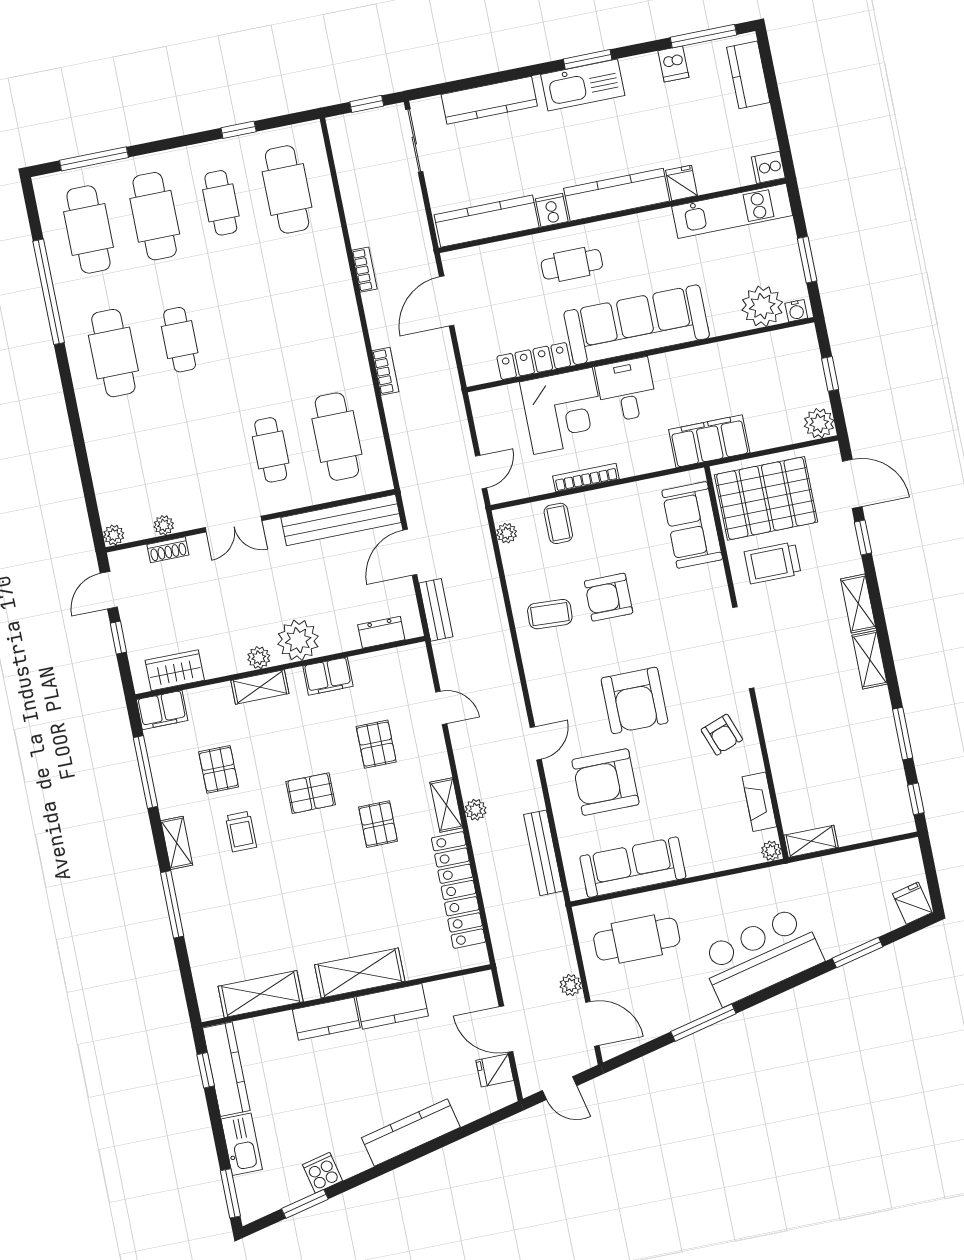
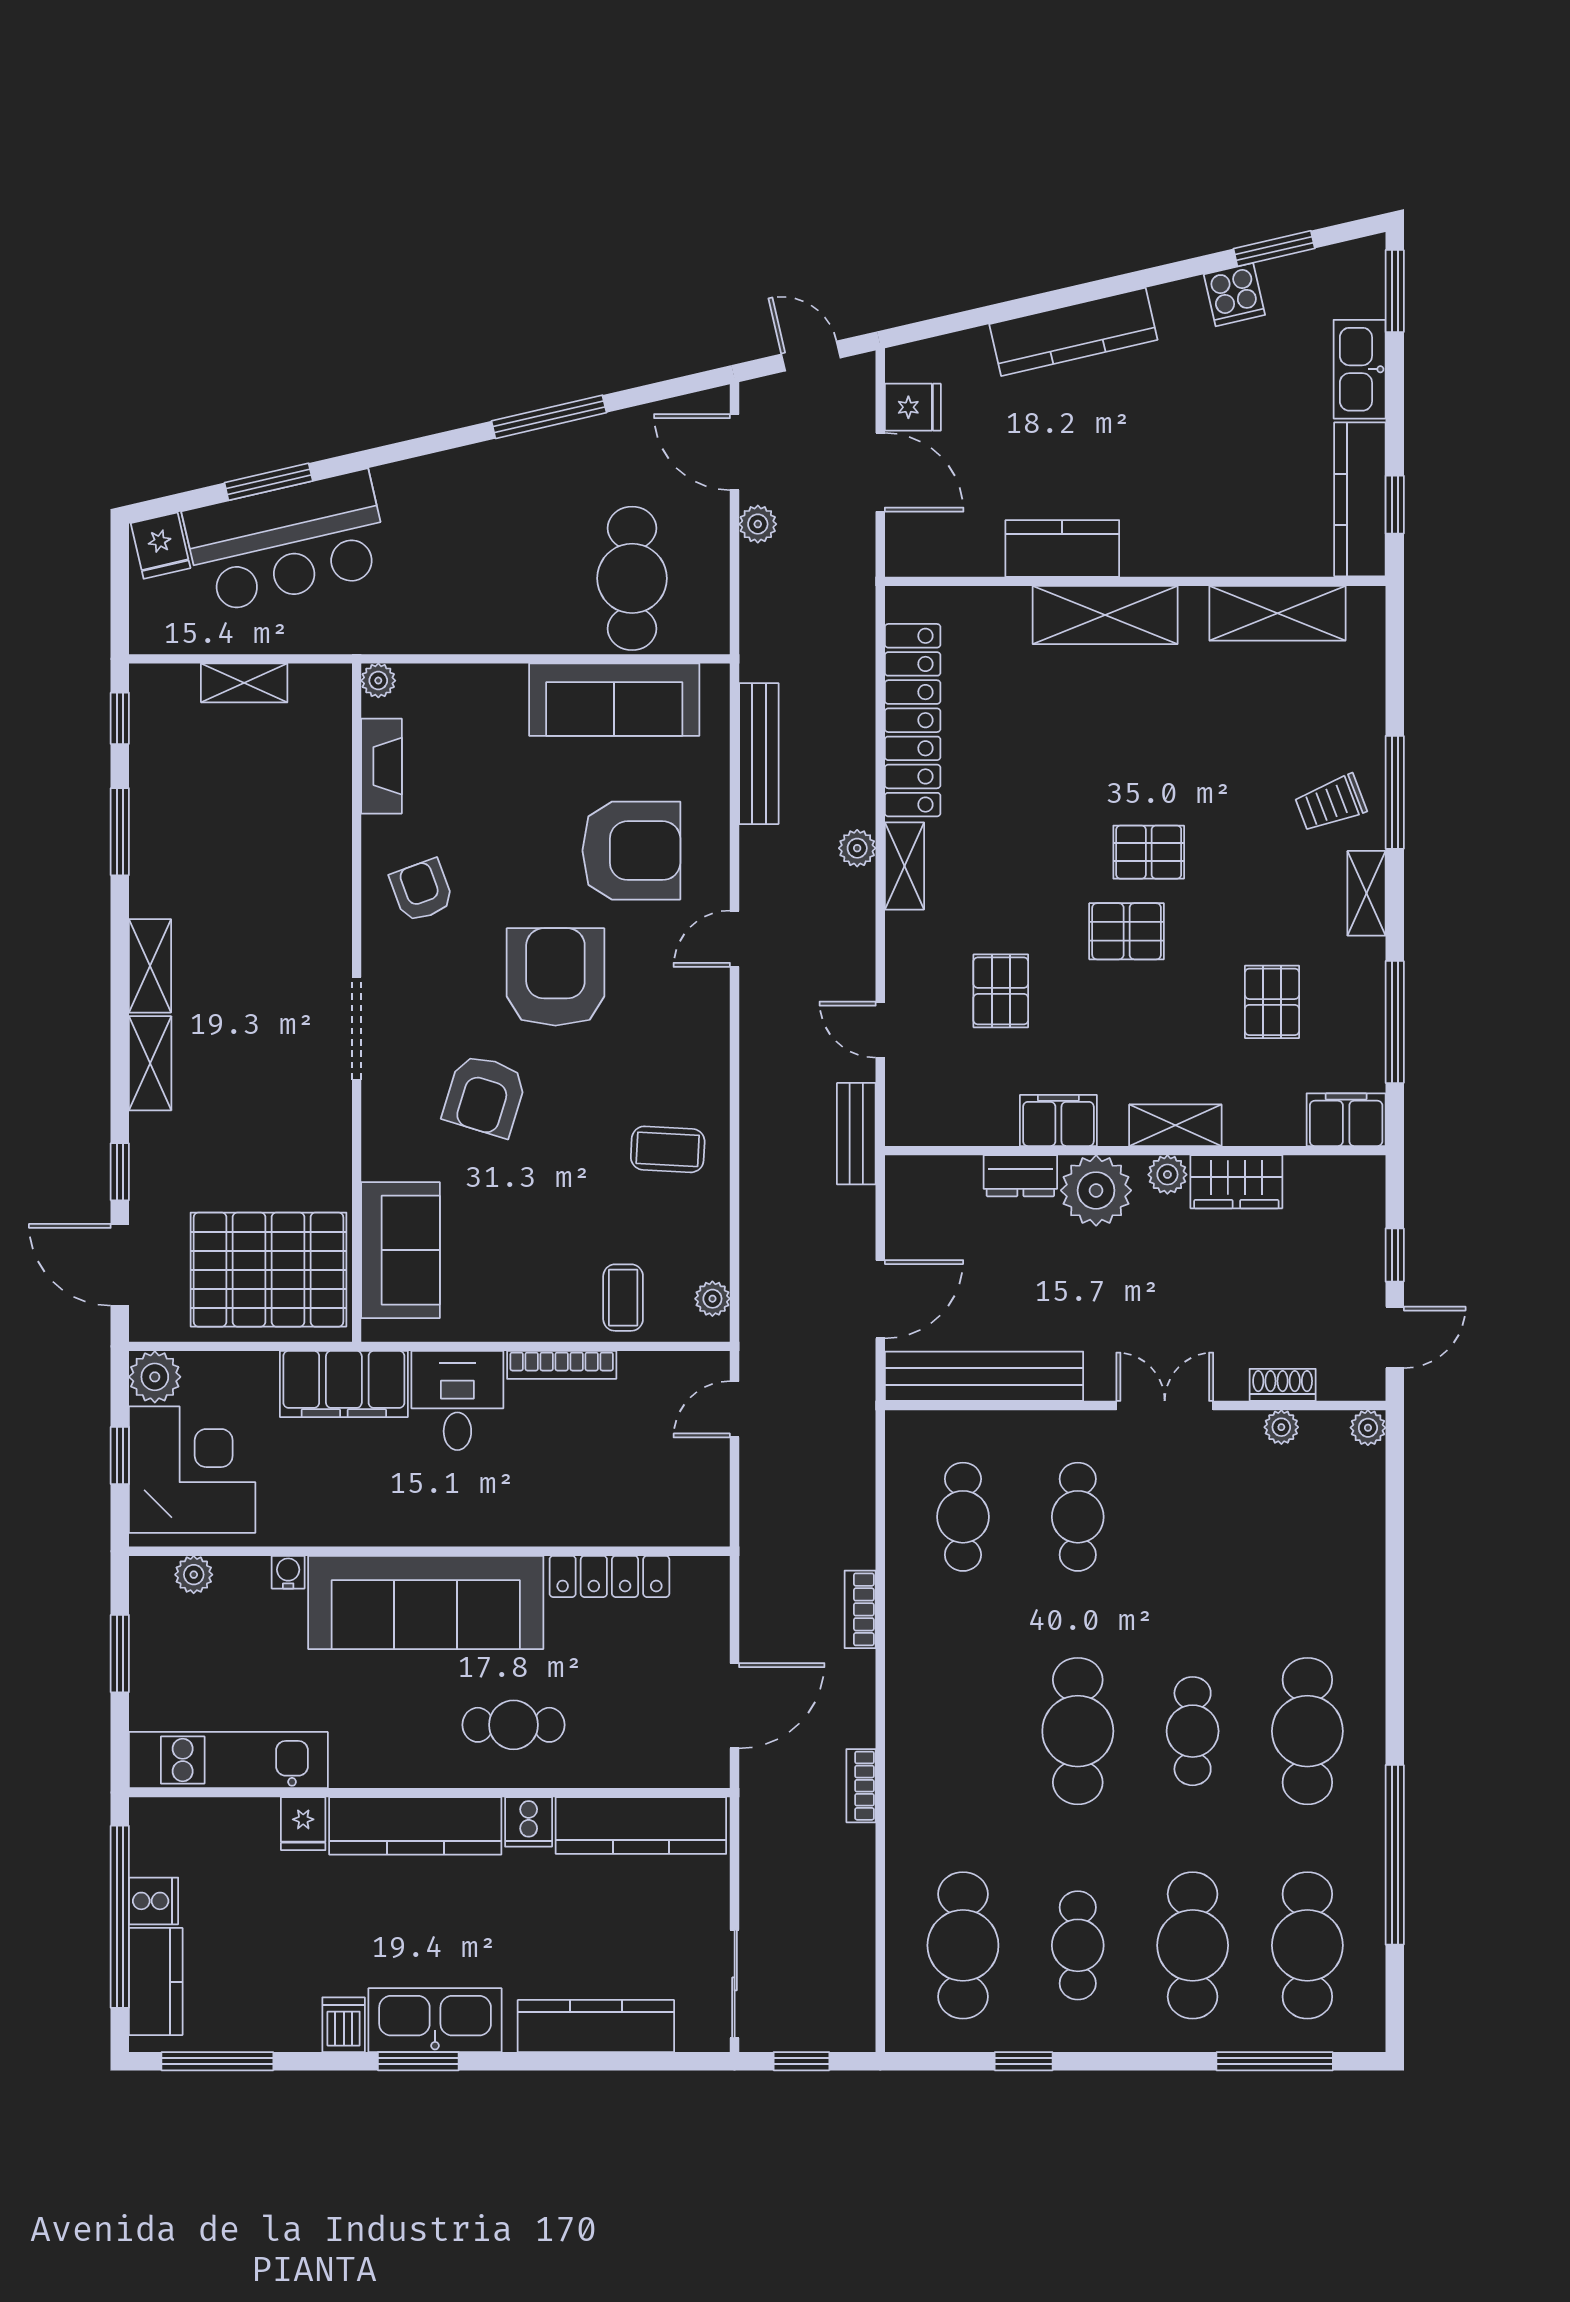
dishwasher: (673, 64) -> (344, 2025), moved
window: (776, 108) -> (120, 1917), added
cooker: (768, 167) -> (154, 1901), moved
plant: (762, 306) -> (194, 1575), width x0.53, depth x0.53
water cooler: (796, 311) -> (288, 1572), moved
cafe table: (246, 326) -> (1078, 1731), added
desk: (627, 390) -> (457, 1400), moved, turned 180
corner desk: (563, 411) -> (192, 1470), moved, turned 90
cafe table: (337, 437) -> (963, 1517), width x0.73, depth x0.74
trolley: (773, 563) -> (279, 1160), removed
armchair: (609, 597) -> (485, 1095), moved, turned 107
bench: (436, 610) -> (856, 1134), moved
dresser: (381, 632) -> (1020, 1176), moved
doorway: (743, 648) -> (357, 1028), width x0.73
wardrobe: (175, 670) -> (1236, 1182), moved
pallet: (378, 824) -> (1149, 852), moved, turned 90
trolley: (241, 832) -> (1331, 803), moved, turned -111
shelving: (811, 841) -> (244, 683), moved
cafe table: (637, 939) -> (632, 578), turned 90
bar counter: (761, 956) -> (287, 542), moved
kitchen counter: (326, 1019) -> (1176, 550), removed

